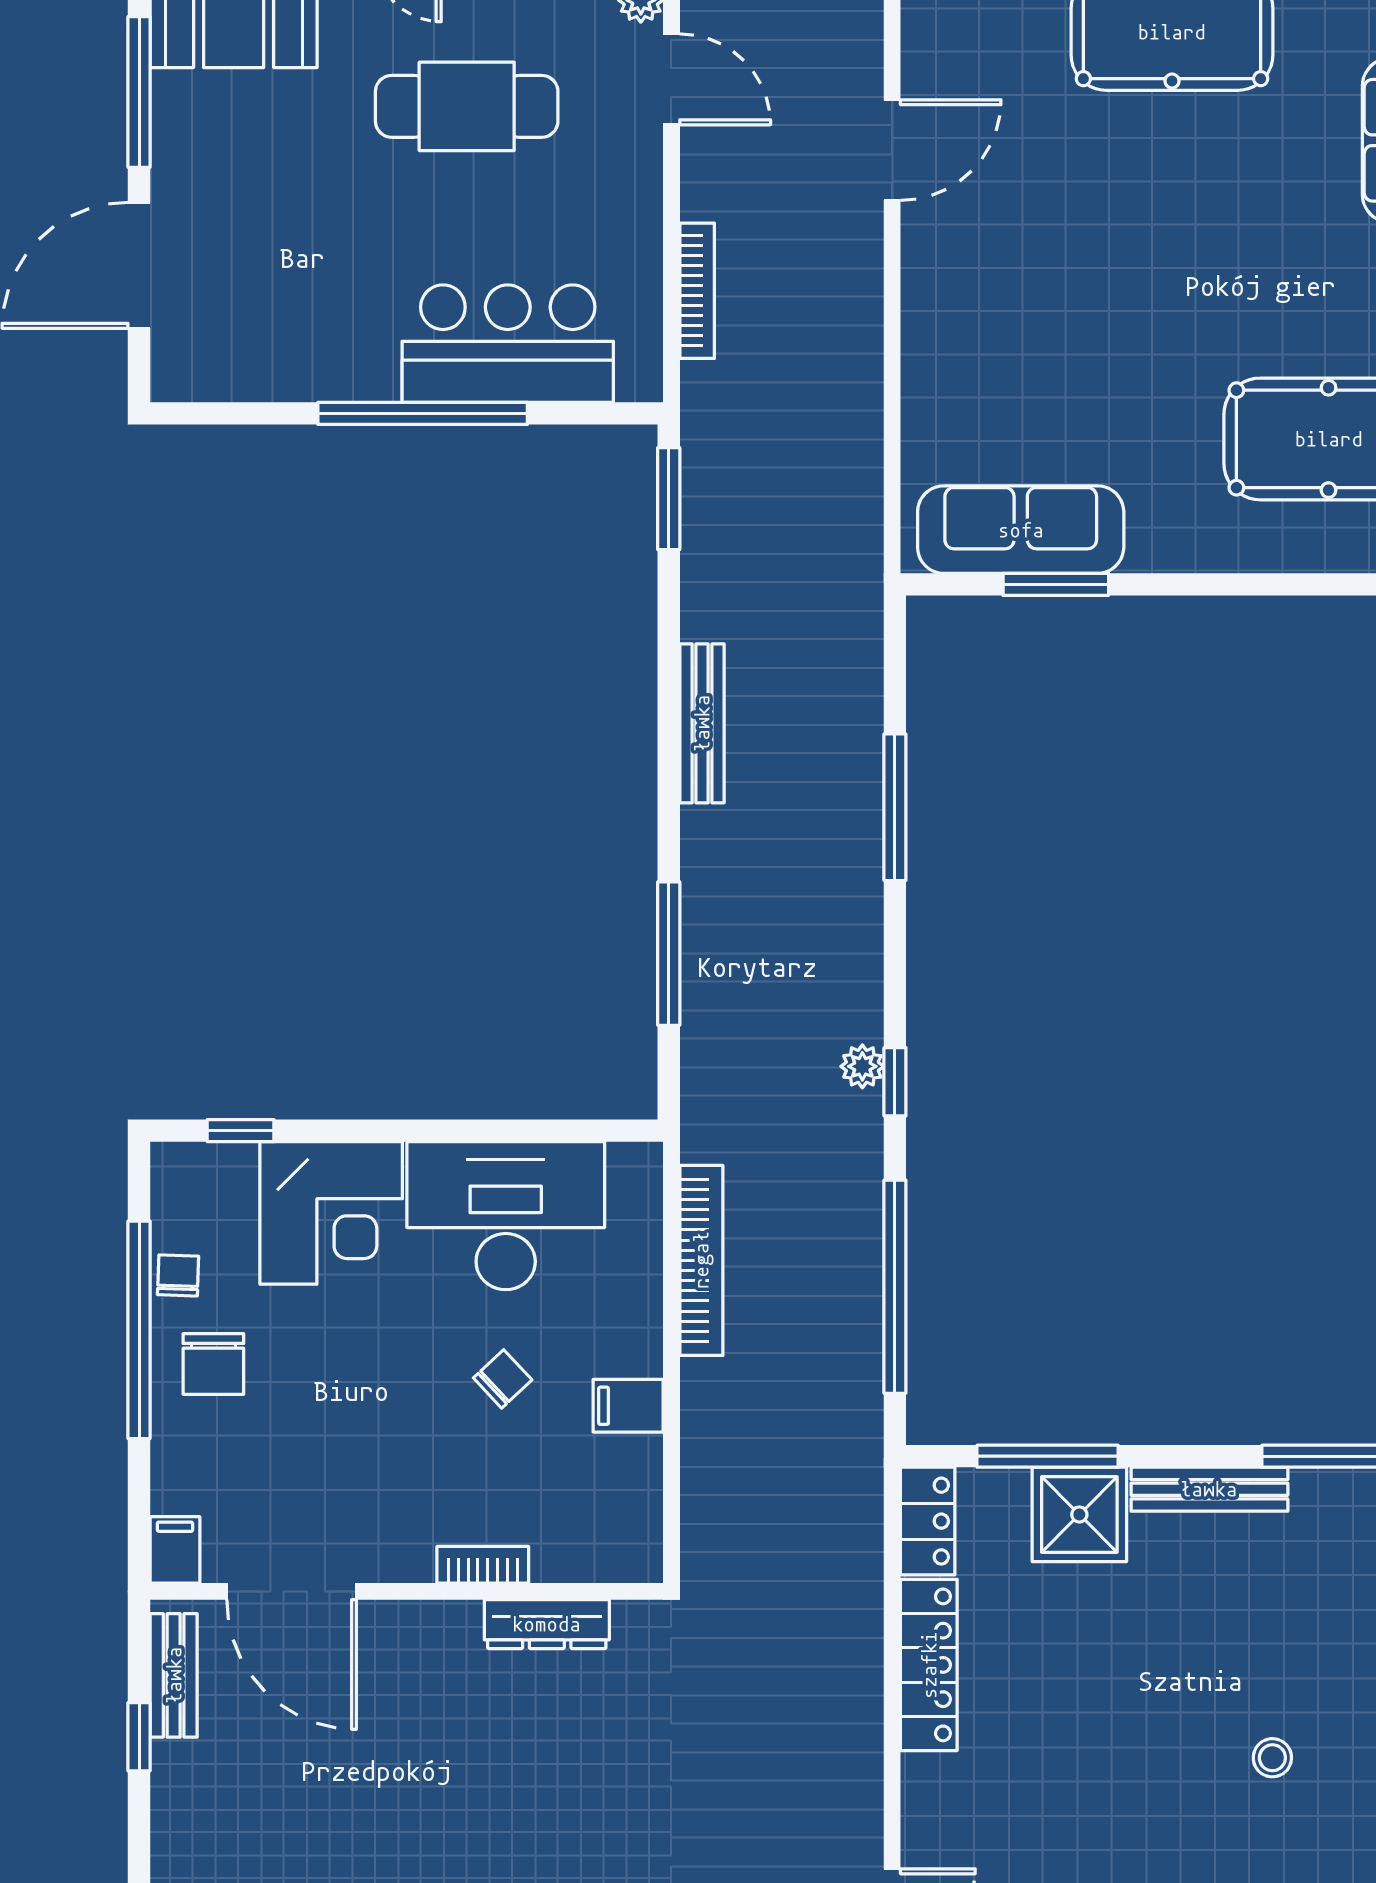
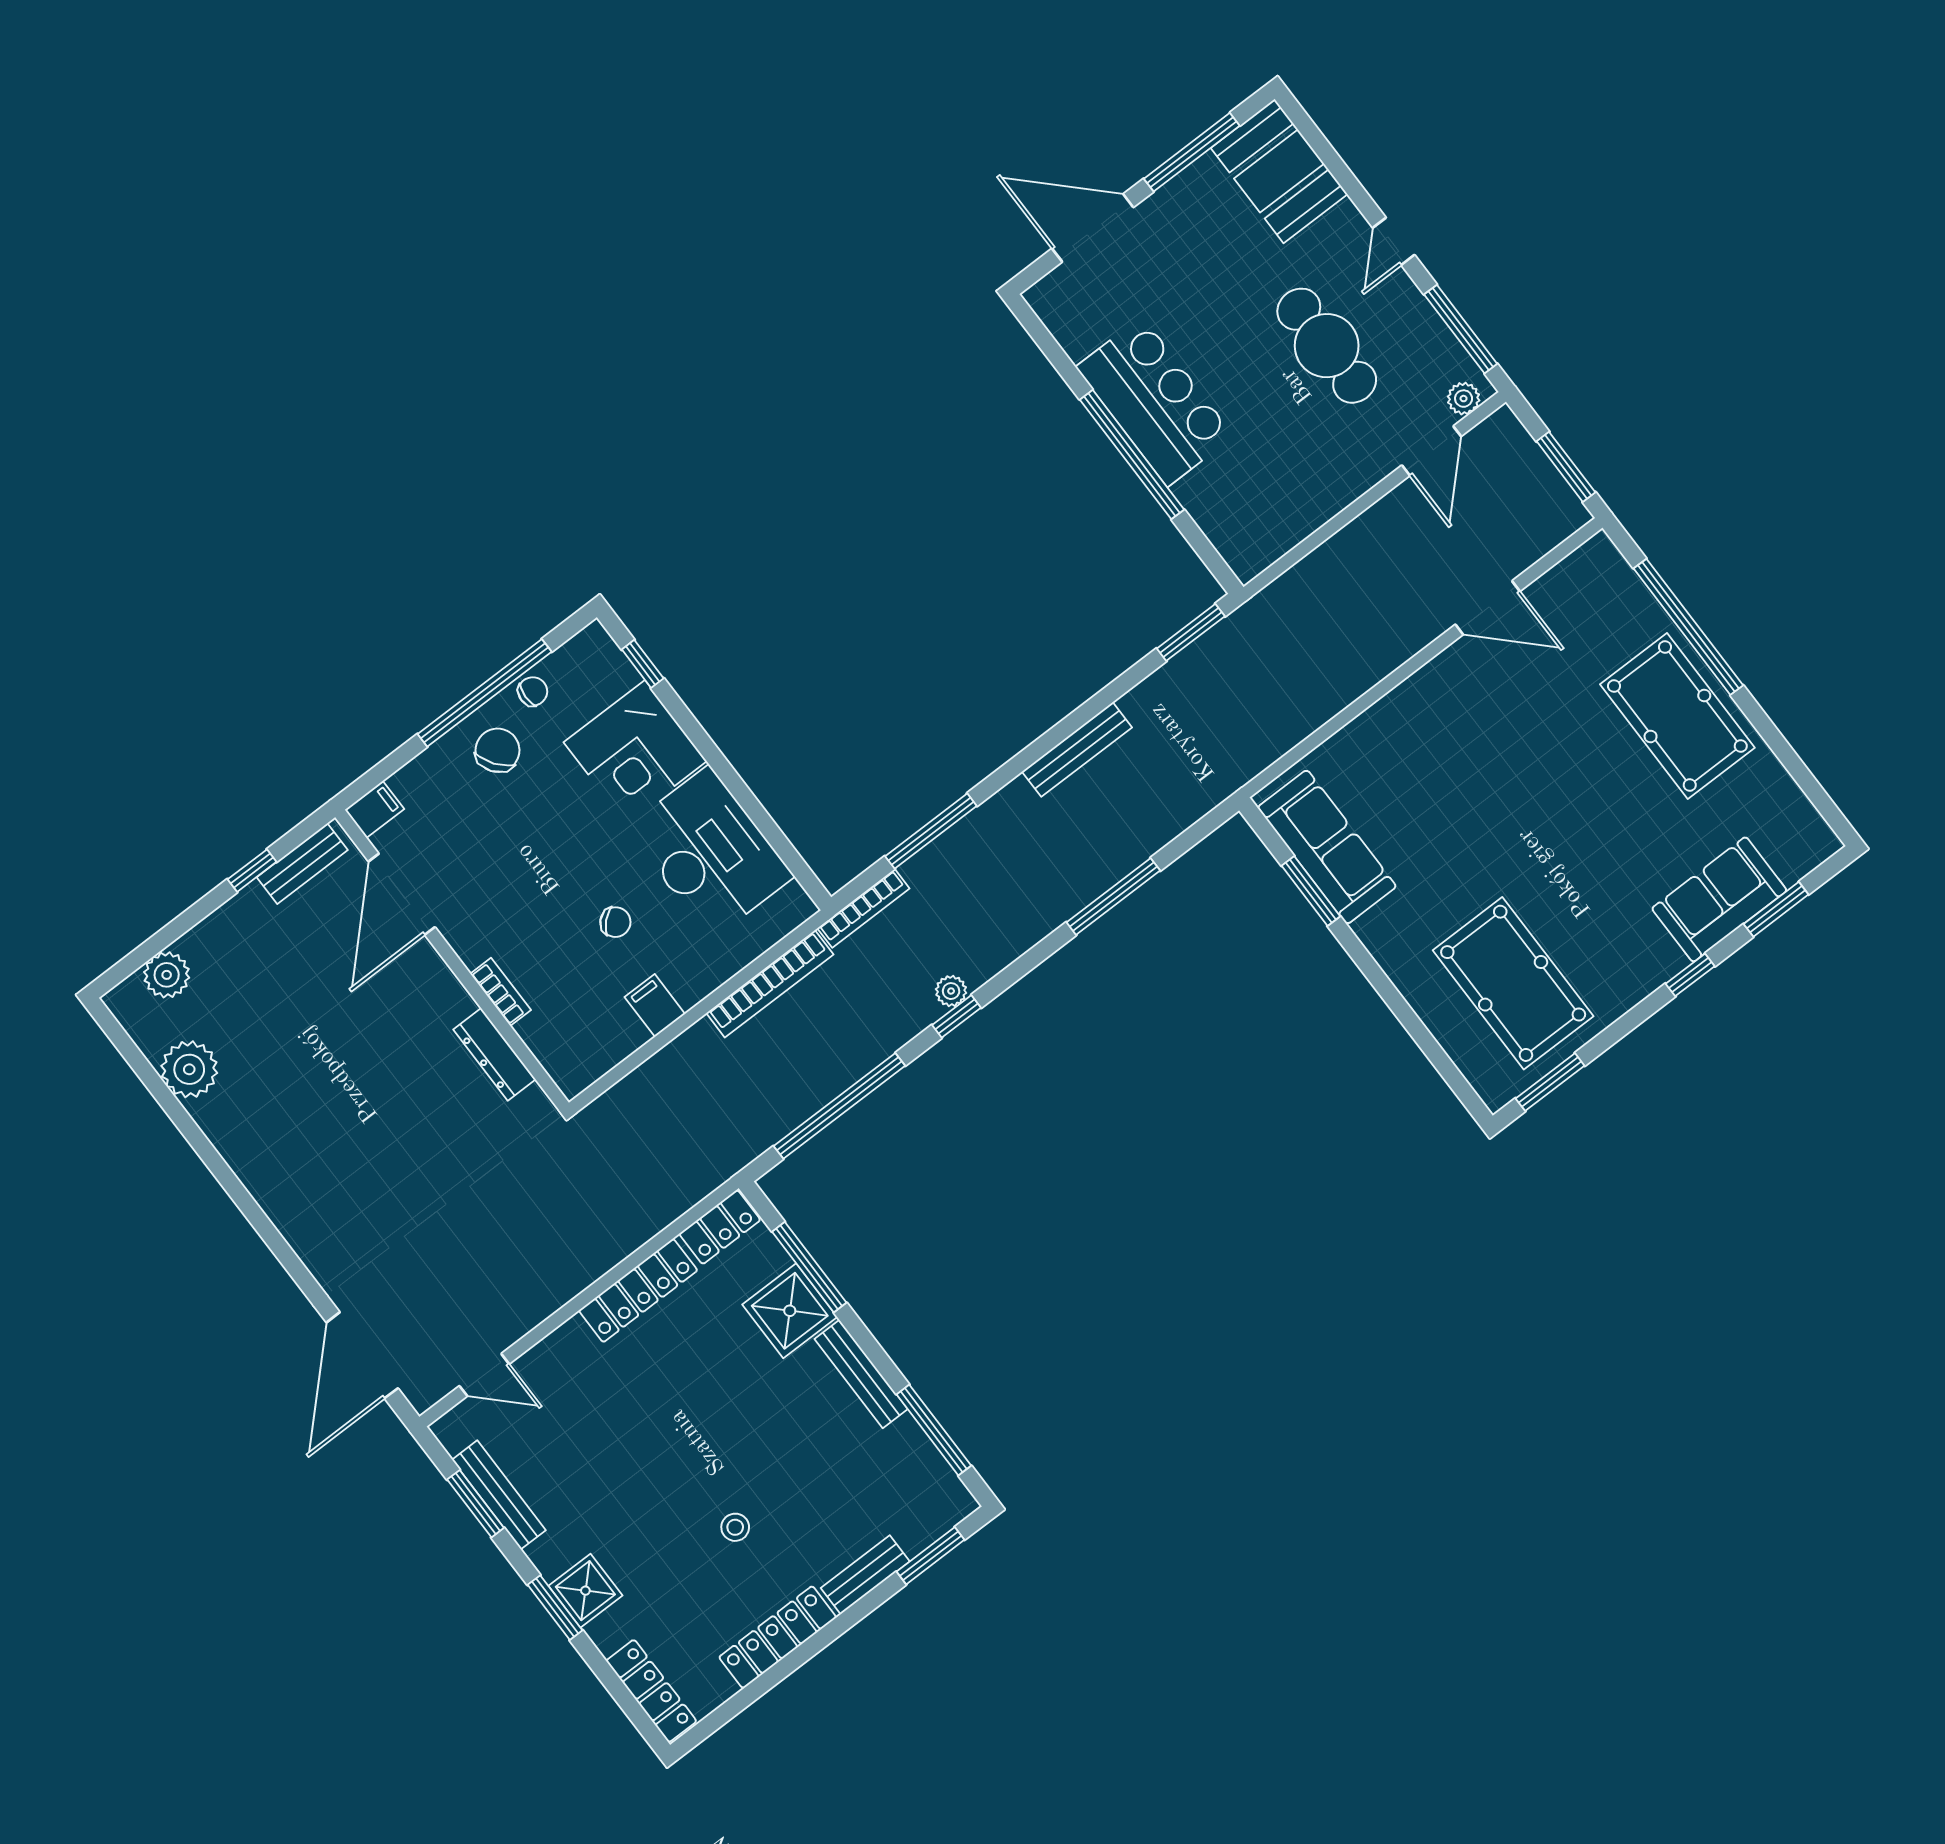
bookcase: (697, 291) -> (863, 908), moved
bar counter: (508, 344) -> (1155, 402), moved
chair: (213, 1364) -> (498, 750), turned 144

